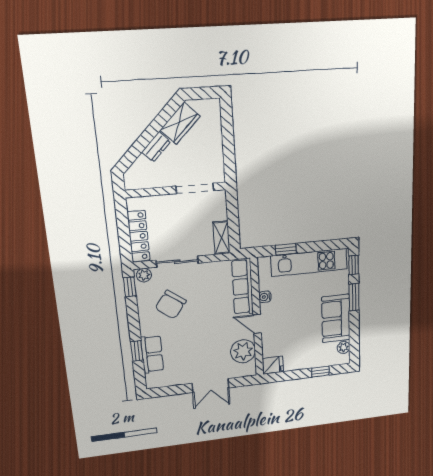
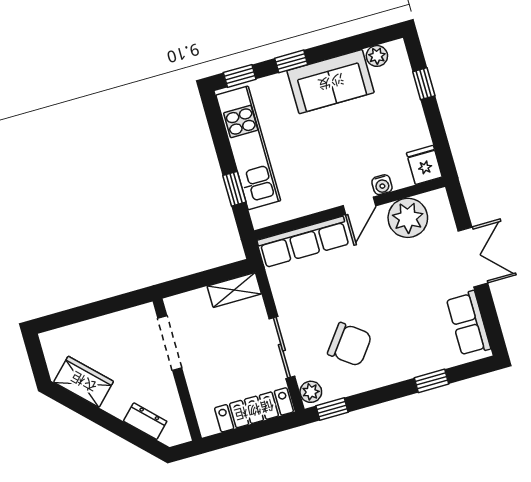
dresser: (156, 147) -> (145, 421), moved
water cooler: (265, 297) -> (382, 185), moved
window: (354, 297) -> (291, 61), width x0.67
row of seats: (152, 354) -> (468, 323), moved, turned -90

